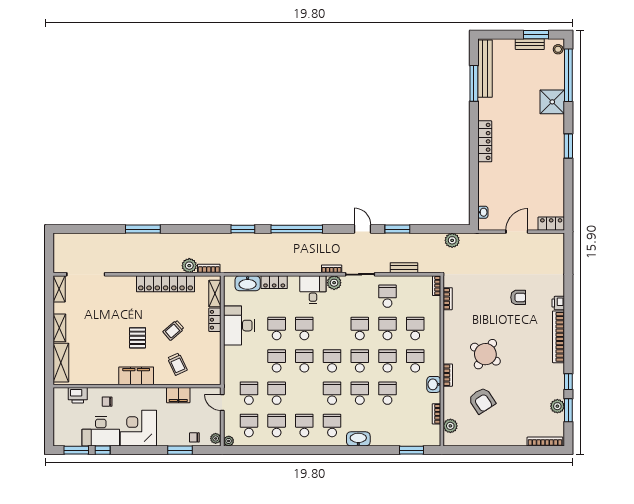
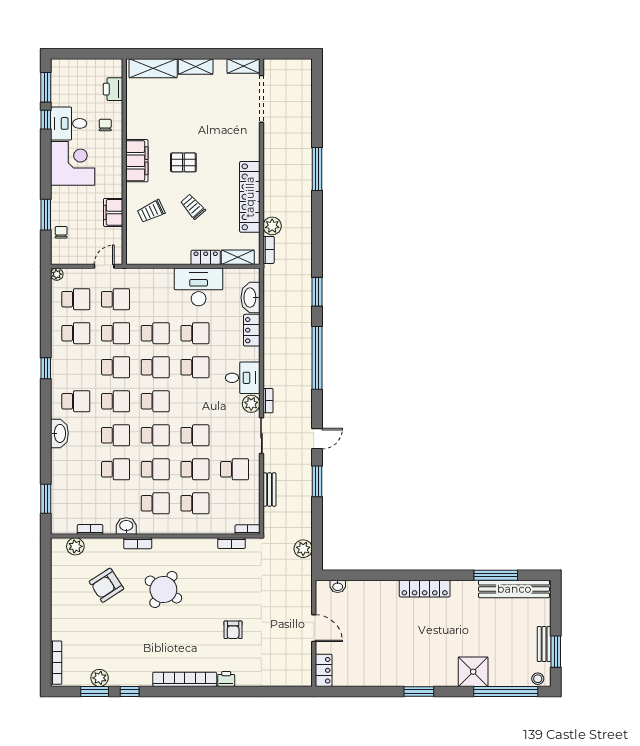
school desk: (304, 425) -> (116, 367), moved
desk: (101, 431) -> (69, 123), width x0.73
plant: (216, 438) -> (60, 258), removed
window: (305, 450) -> (46, 368), added

